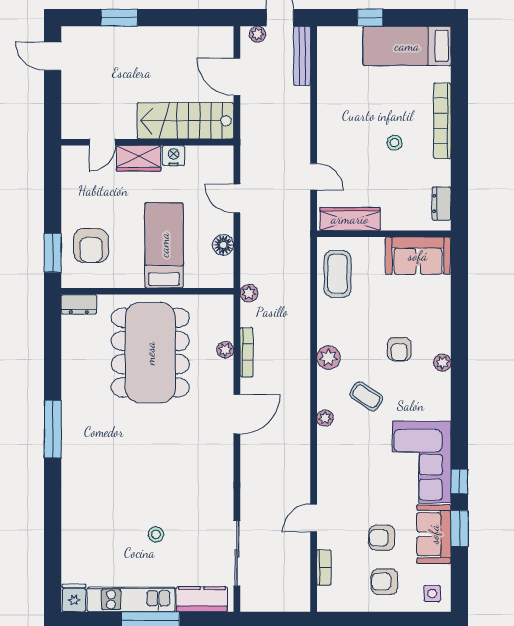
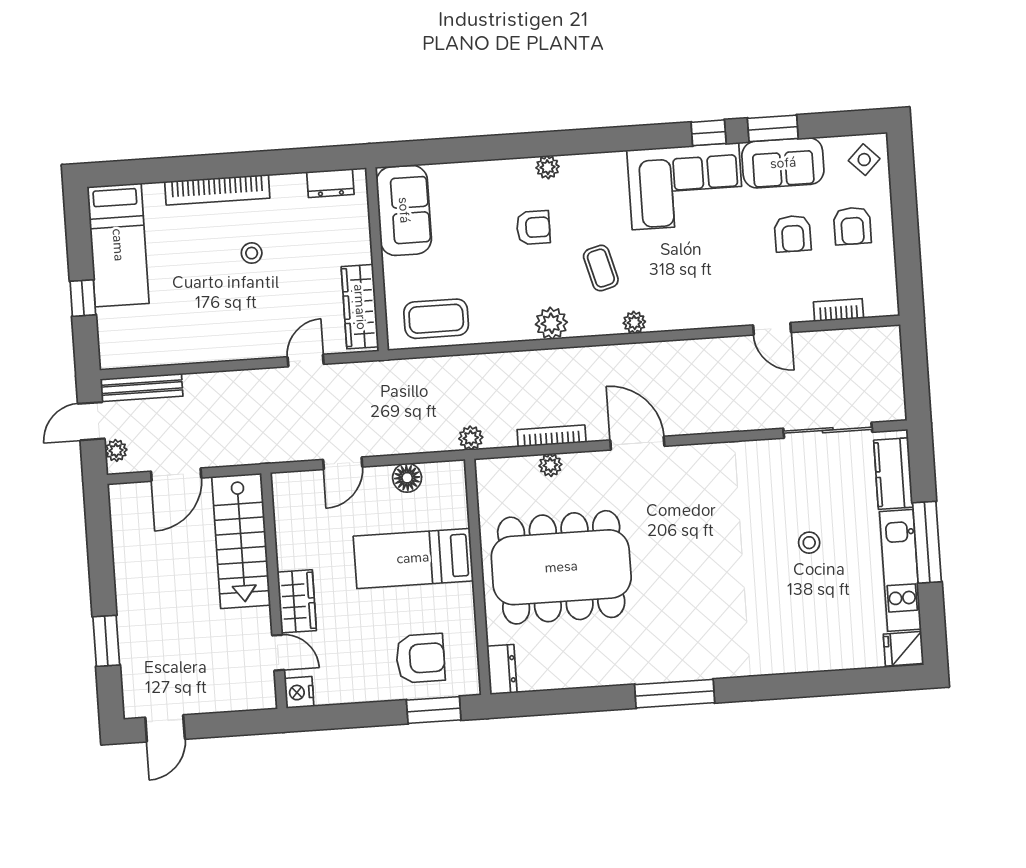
nightstand: (174, 156) -> (299, 692), moved
coffee table: (366, 396) -> (601, 268), turned -49
side table: (432, 594) -> (864, 160), turned 45

